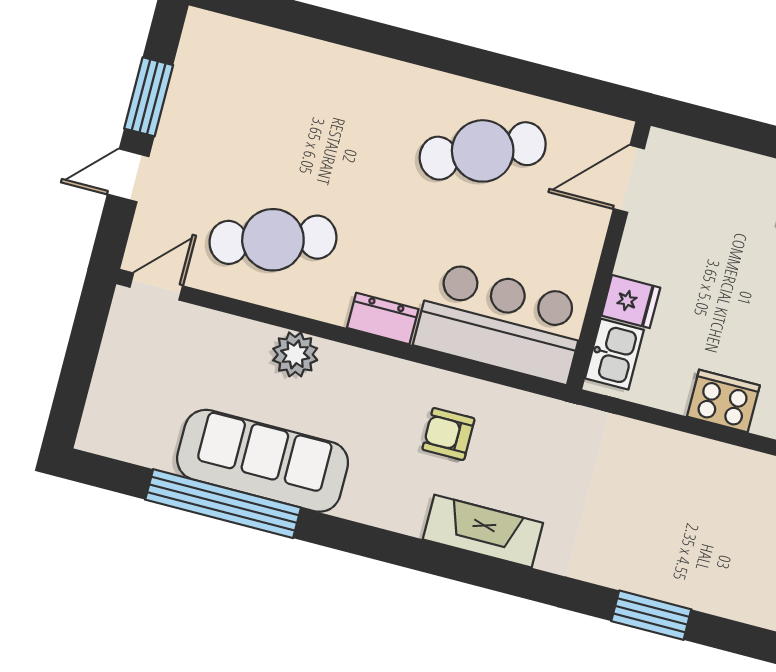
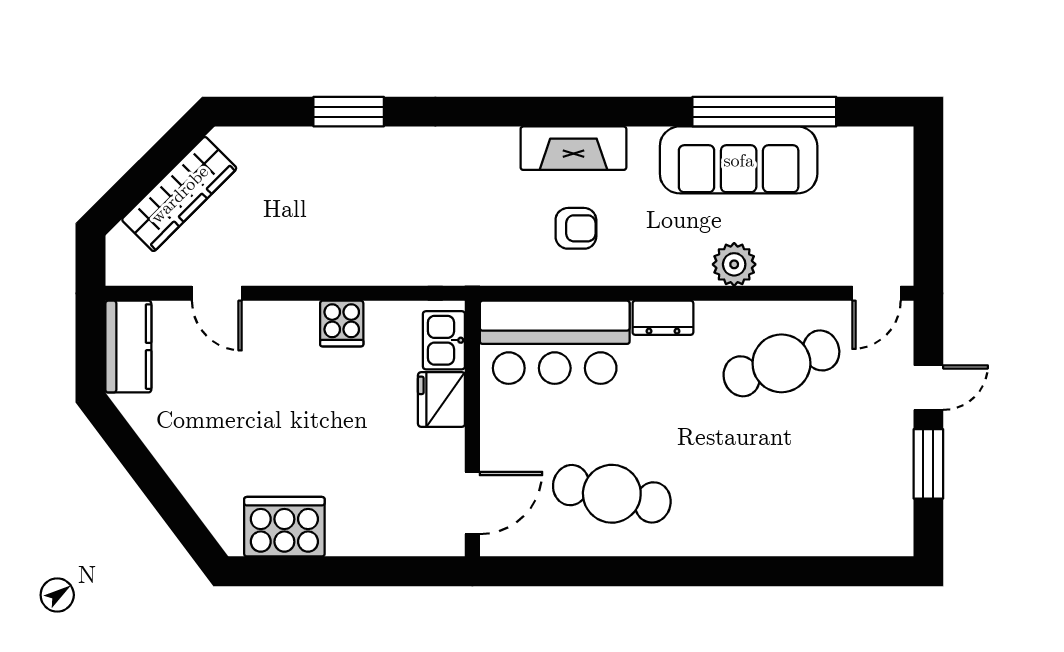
cafe table: (483, 151) -> (612, 494), turned 36
fridge: (631, 302) -> (441, 400), width x1.38
cooker: (723, 401) -> (342, 323), width x0.73
fireplace: (483, 531) -> (573, 148), moved

